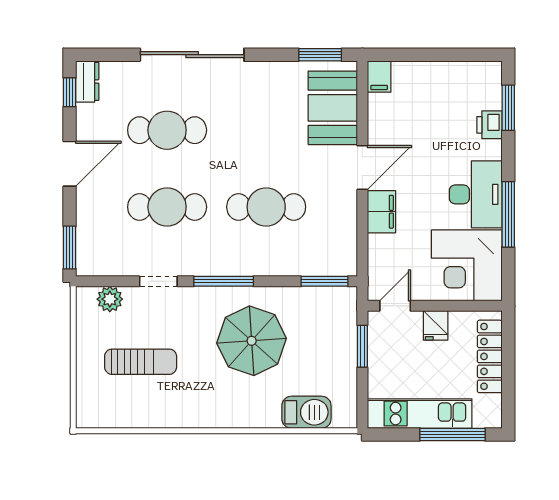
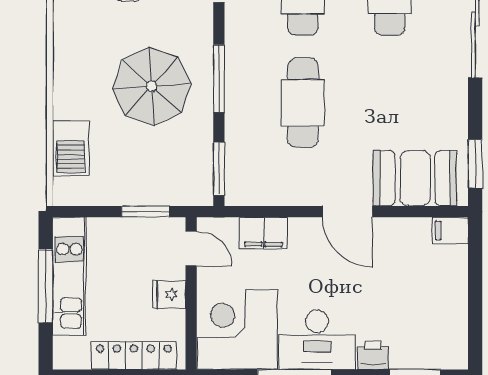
printer: (489, 125) -> (373, 355), moved
filing cabinet: (381, 212) -> (263, 233), moved
window: (224, 281) -> (219, 79), moved
window: (452, 434) -> (46, 286), moved

